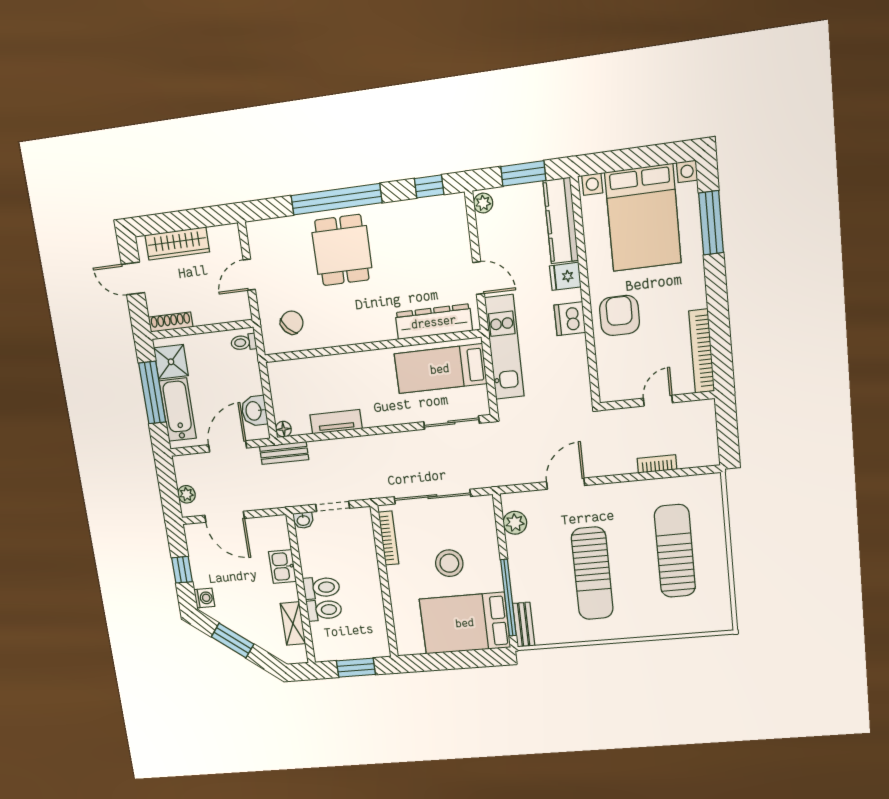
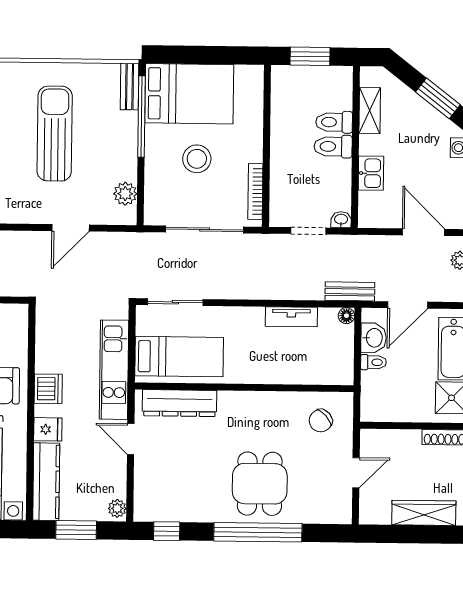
toilet: (244, 342) -> (373, 362), moved

